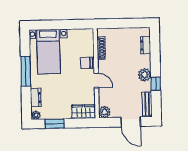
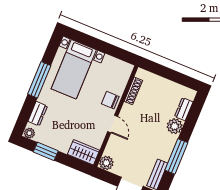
plant: (145, 75) -> (175, 126), moved
window: (156, 84) -> (176, 156), width x2.17

